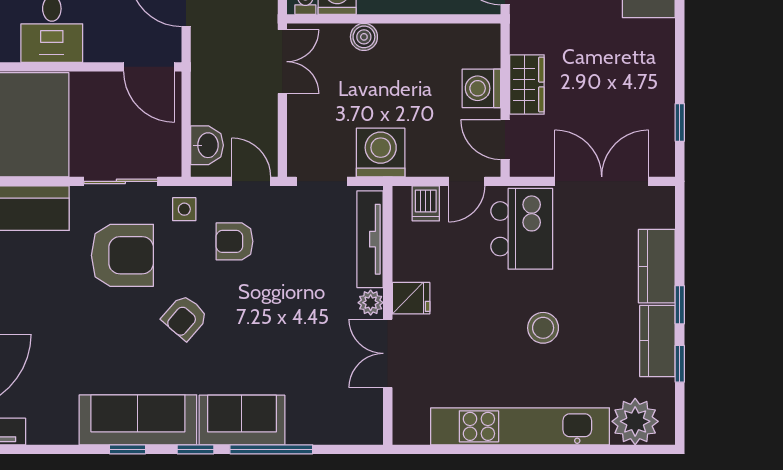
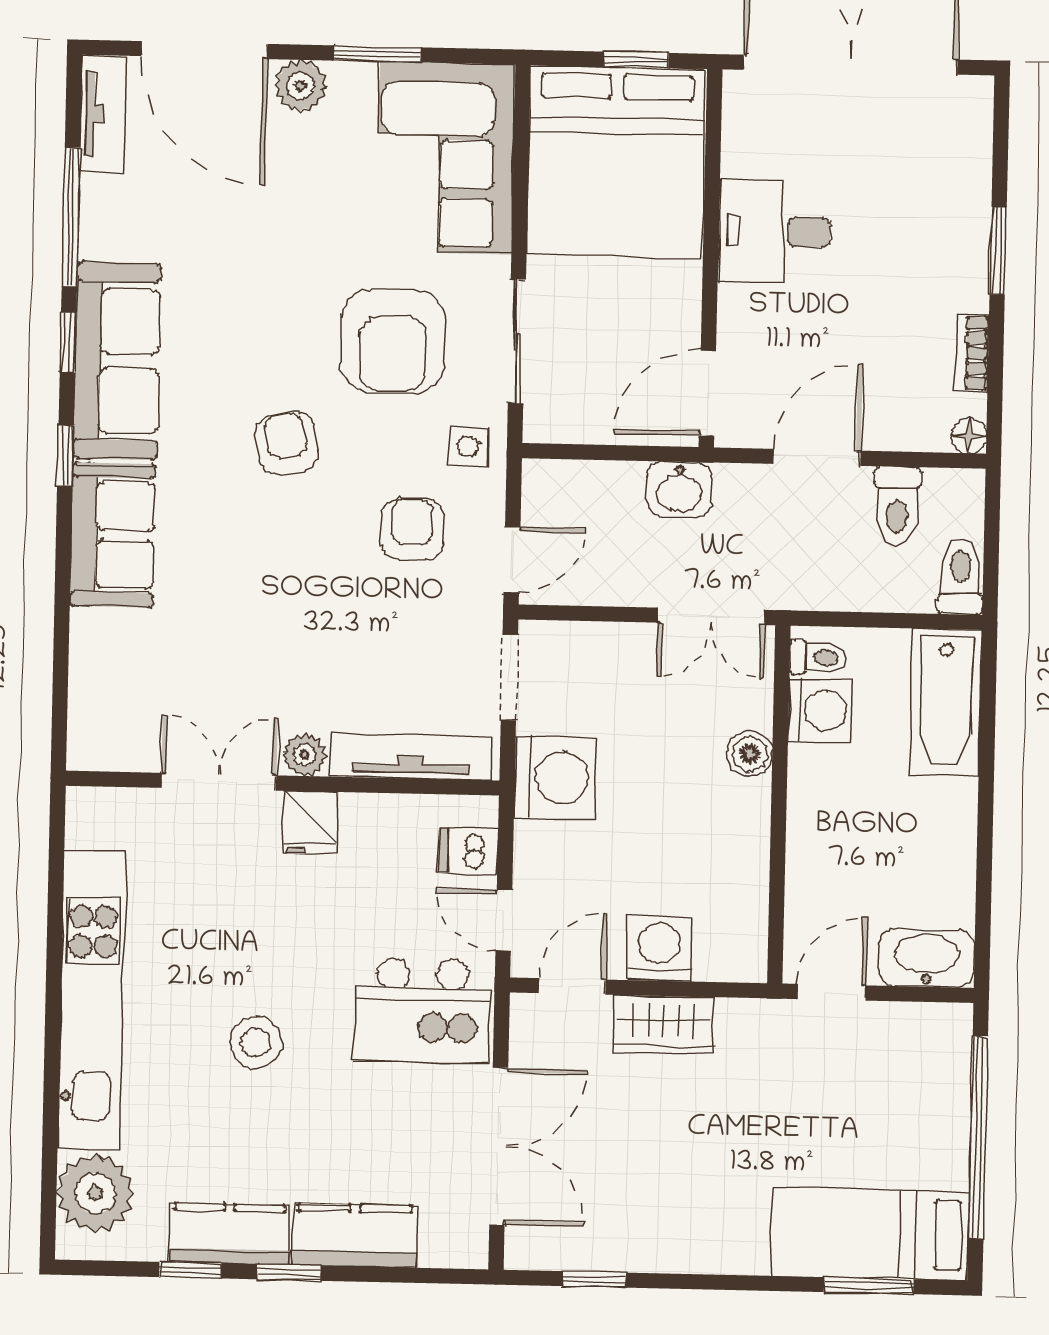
washbasin: (207, 145) -> (679, 489), moved
armchair: (185, 317) -> (287, 443), turned 39
window: (271, 449) -> (71, 217), moved

